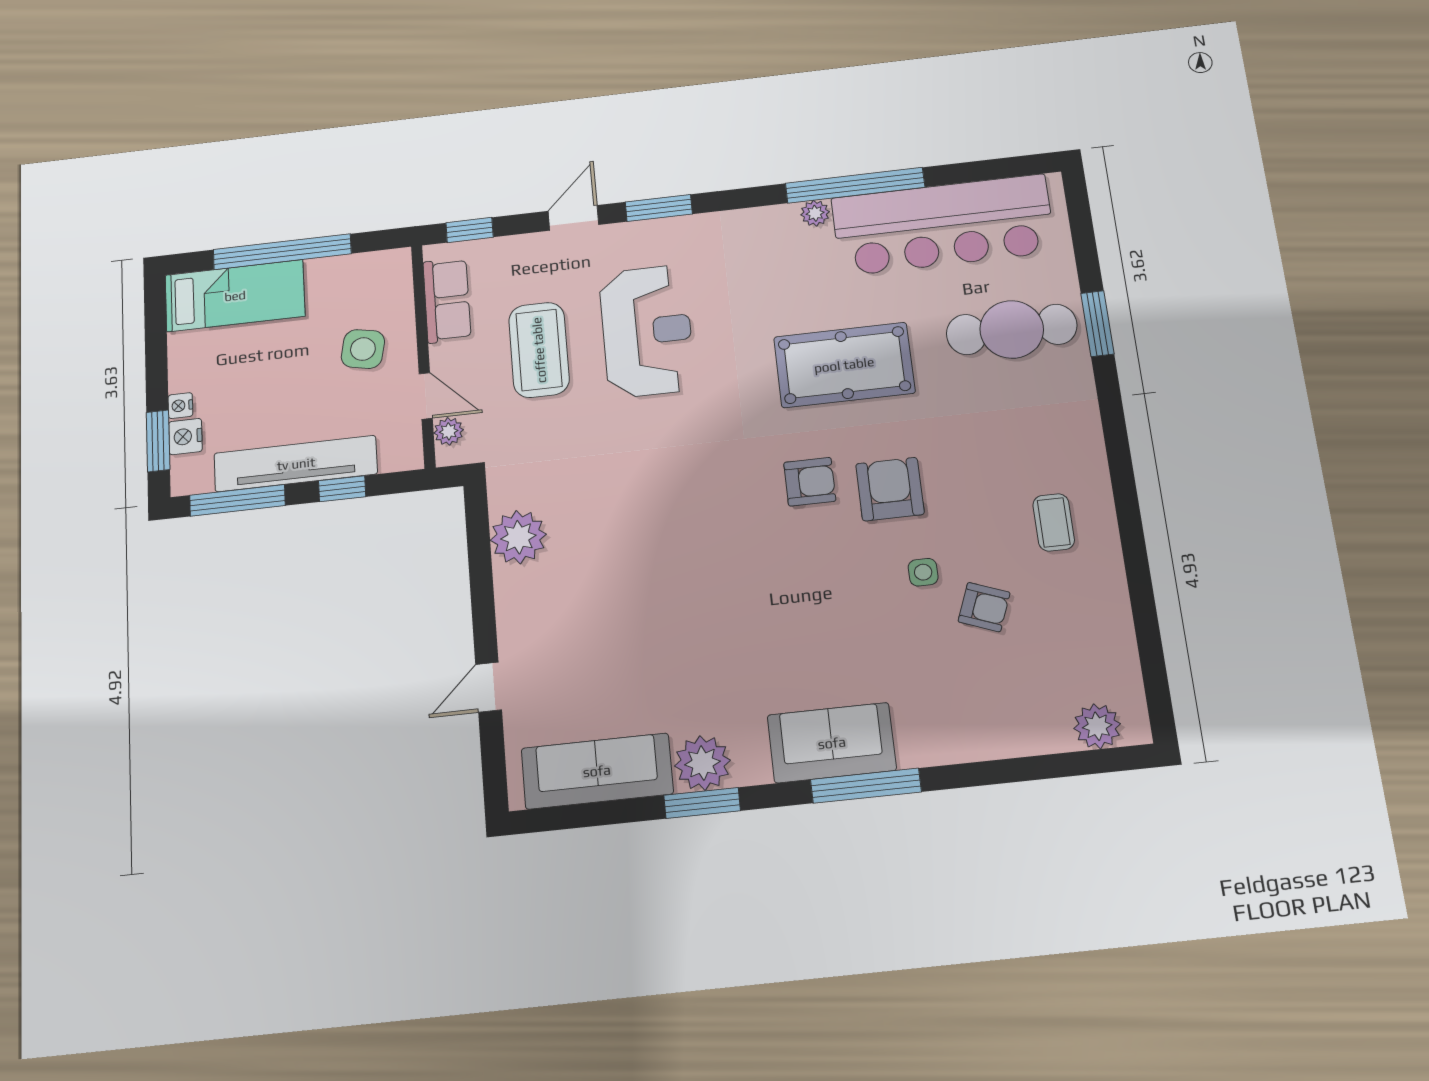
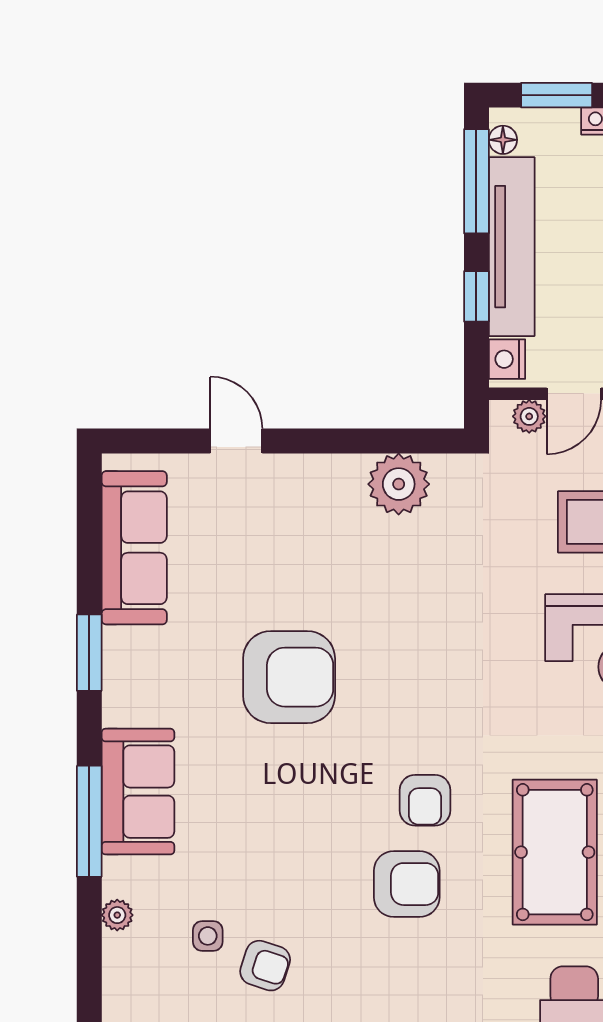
nightstand: (185, 437) -> (507, 359), moved, turned -90
floor lamp: (199, 482) -> (503, 140), added
side table: (923, 572) -> (208, 936), moved
armchair: (984, 607) -> (265, 966), turned -93
armchair: (707, 615) -> (289, 677), added
plant: (702, 763) -> (117, 915), moved, width x0.53, depth x0.53

